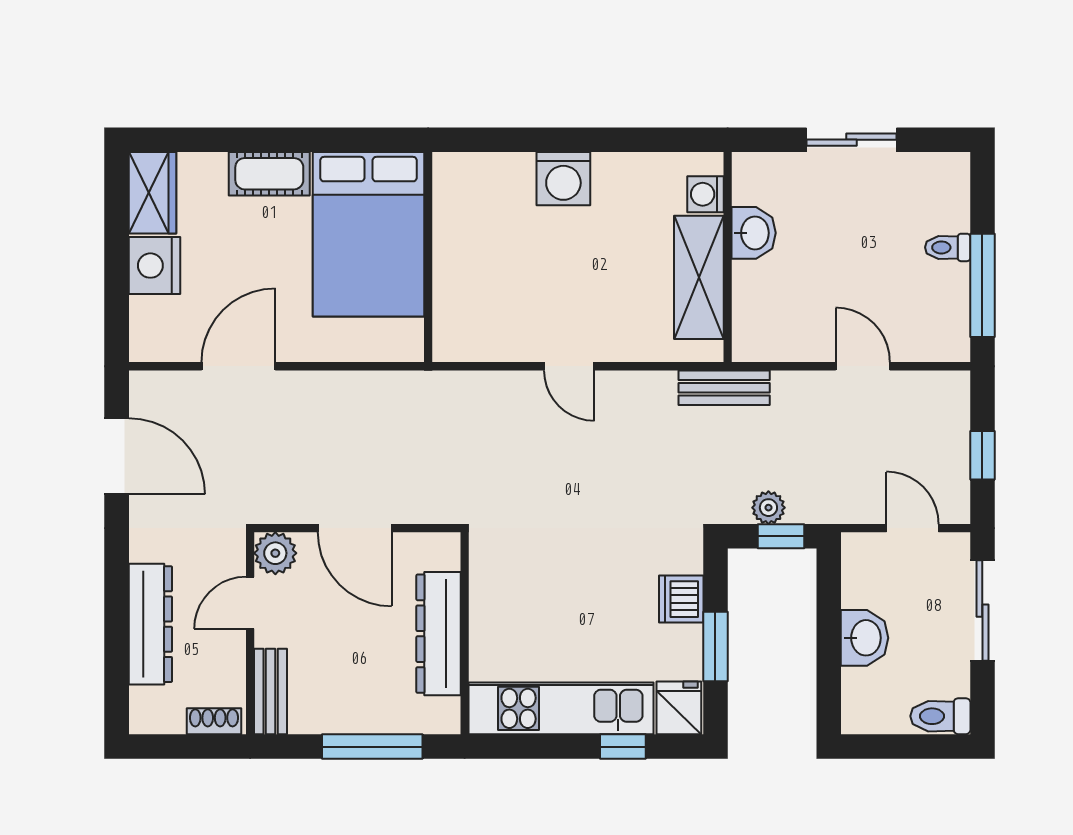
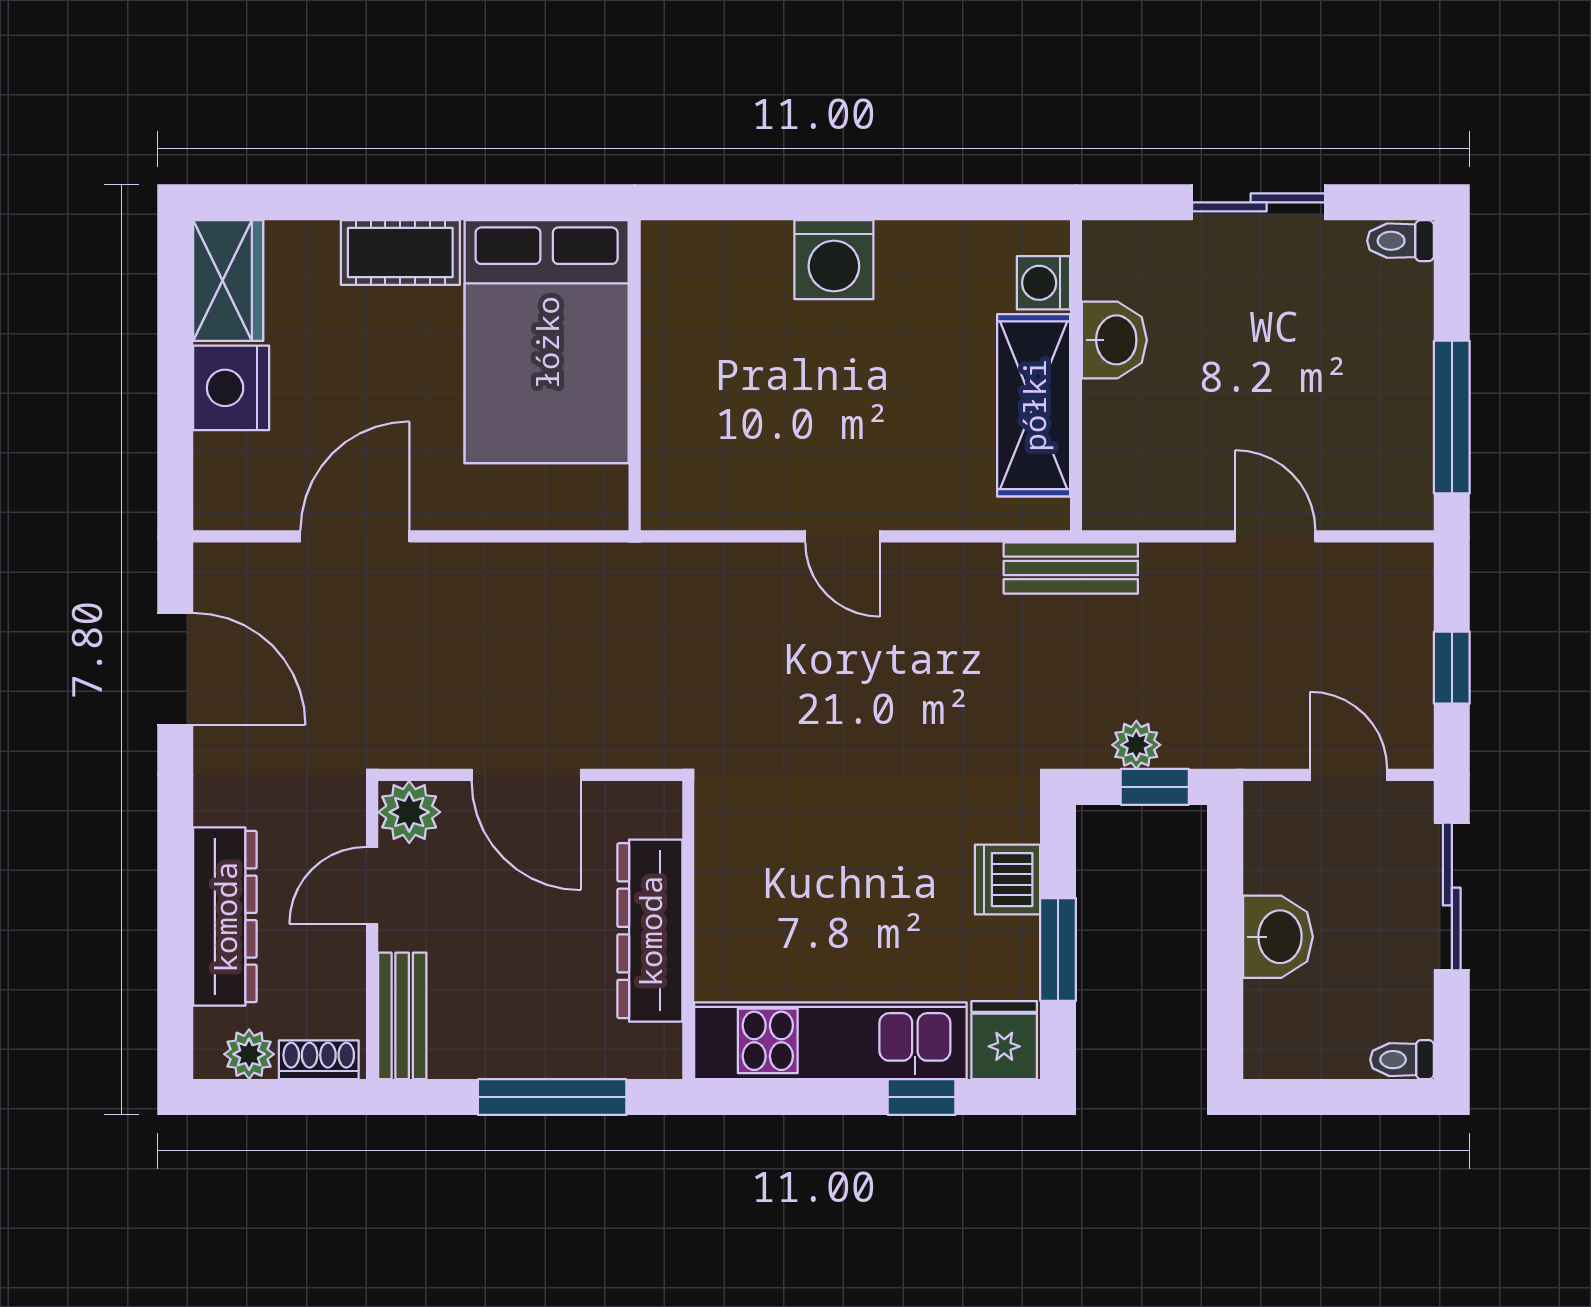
toilet: (948, 247) -> (1400, 241), moved
toilet: (940, 716) -> (1402, 1060), width x0.73, depth x0.72
plant: (167, 717) -> (249, 1054), added

